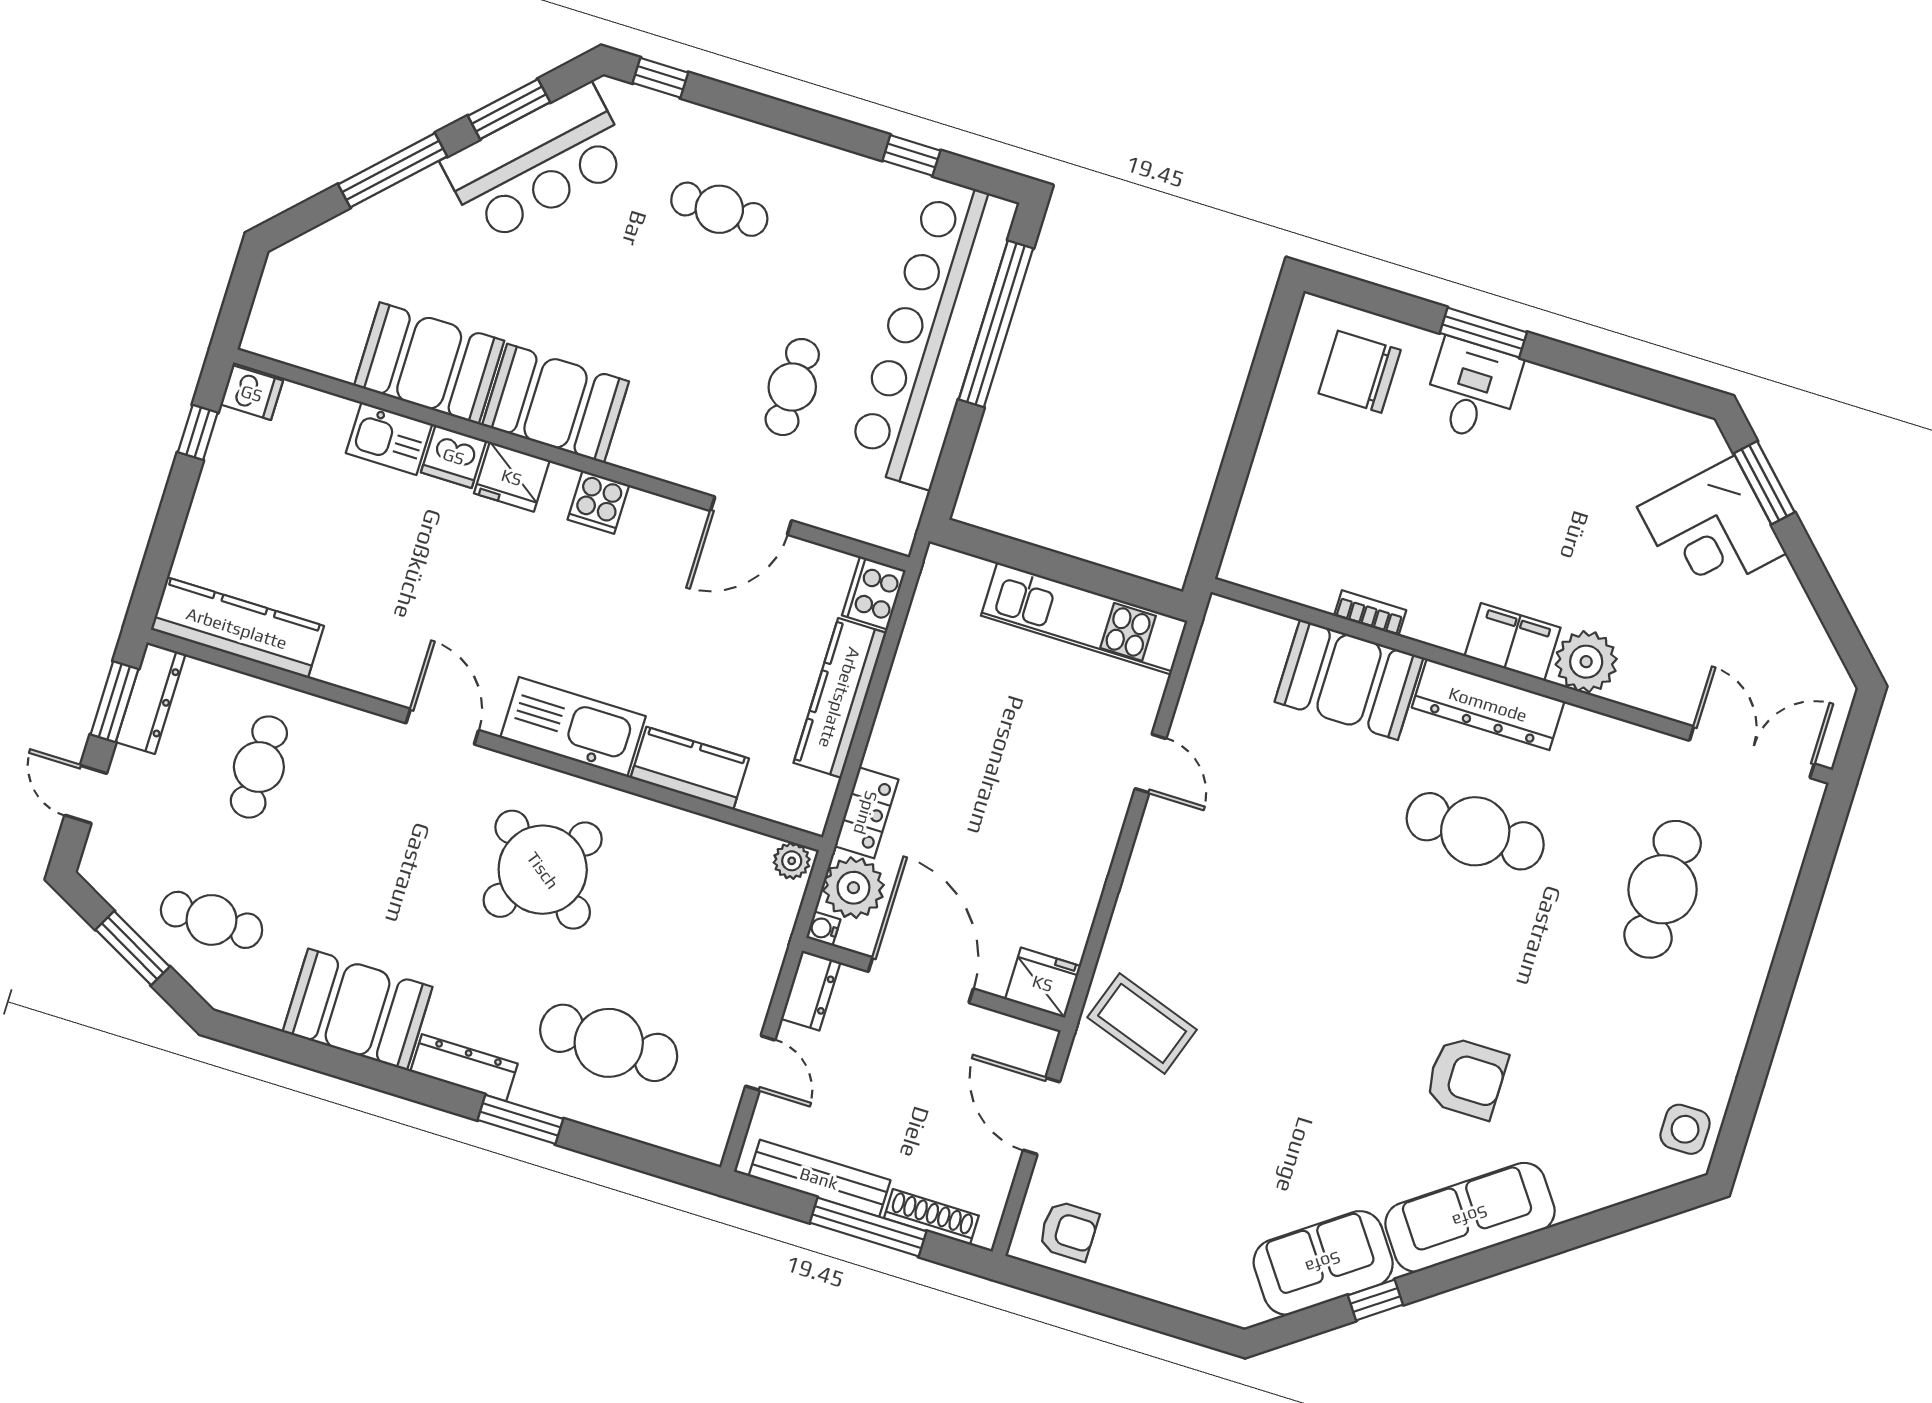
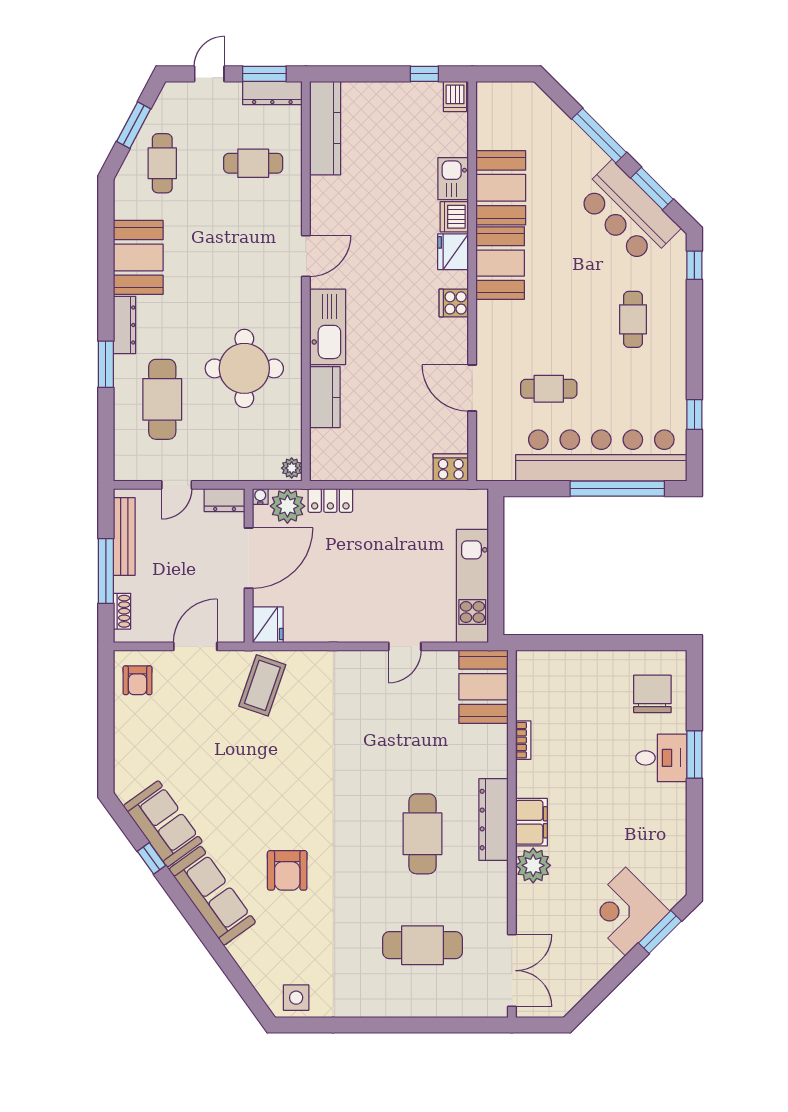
booth: (1349, 680) -> (484, 687), moved
kitchen counter: (840, 698) -> (388, 467), removed
round table: (543, 870) -> (244, 368), moved, turned -37
shoe rack: (931, 1217) -> (122, 611), width x0.70

